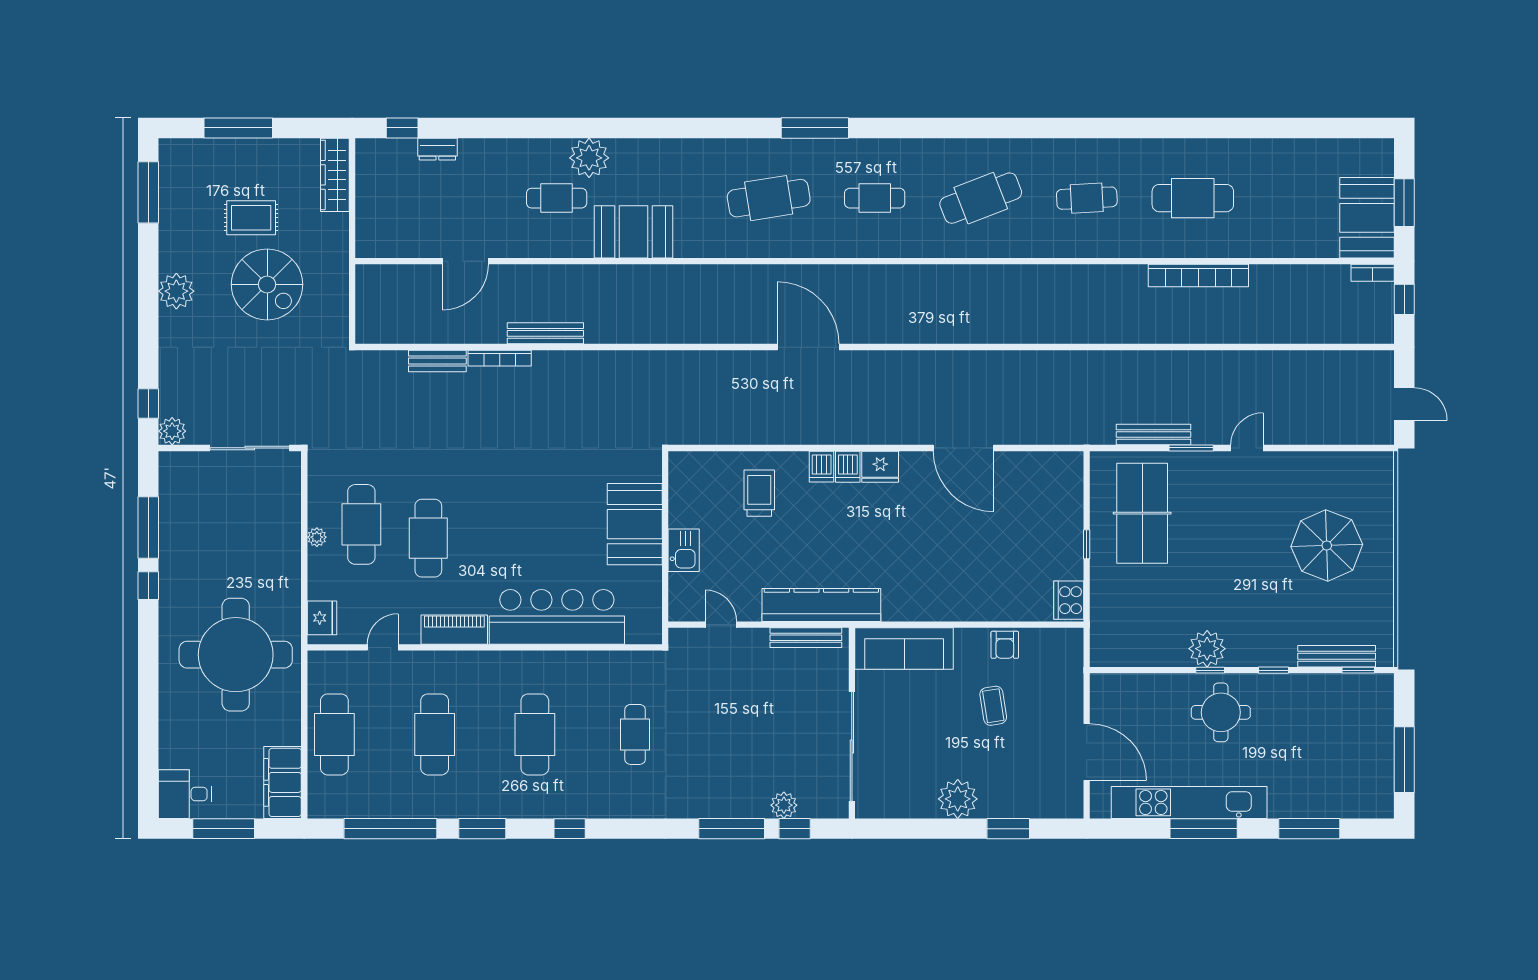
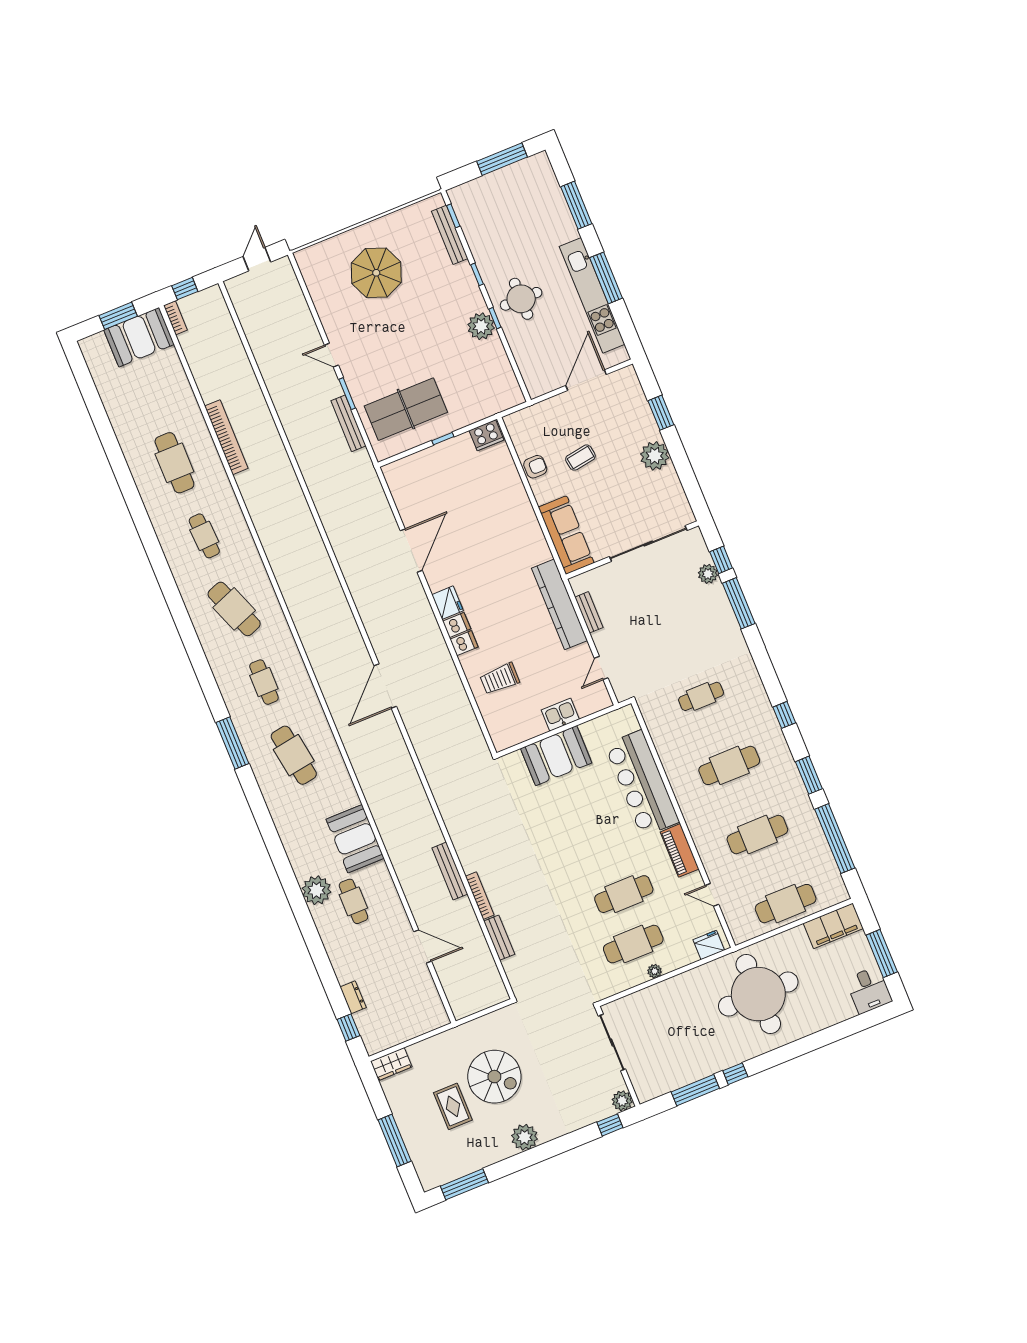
wardrobe: (335, 175) -> (391, 1064), width x0.67
spiral stairs: (267, 284) -> (494, 1077), turned 90
bench: (806, 638) -> (589, 612), width x0.73

